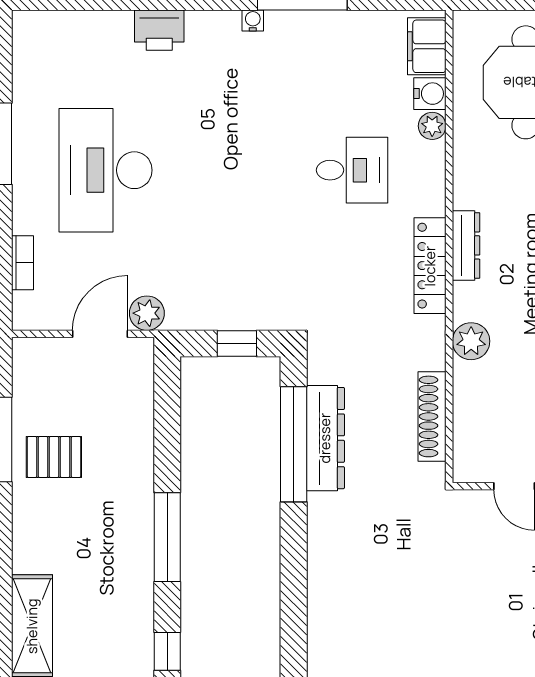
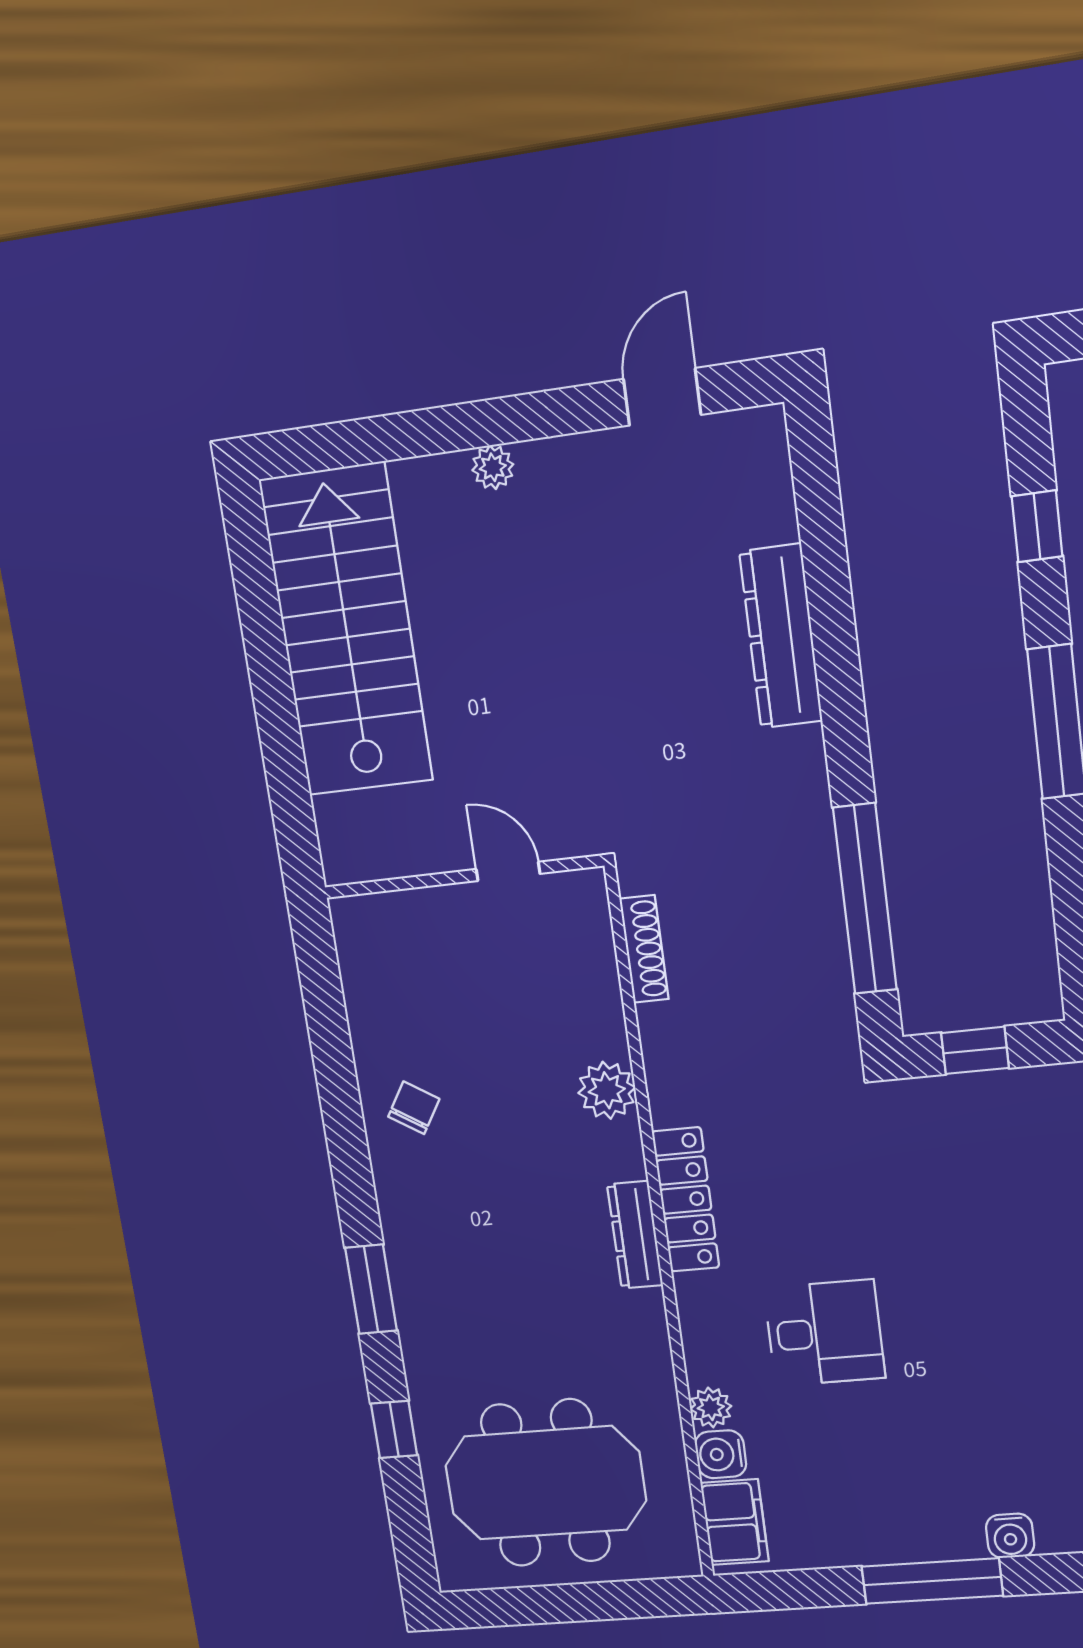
water cooler: (253, 20) -> (1010, 1536), width x1.38, depth x1.38
desk: (352, 170) -> (824, 1333), turned 180
shoe rack: (432, 416) -> (644, 949), width x0.74, depth x0.81
dresser: (325, 438) -> (781, 636), moved

